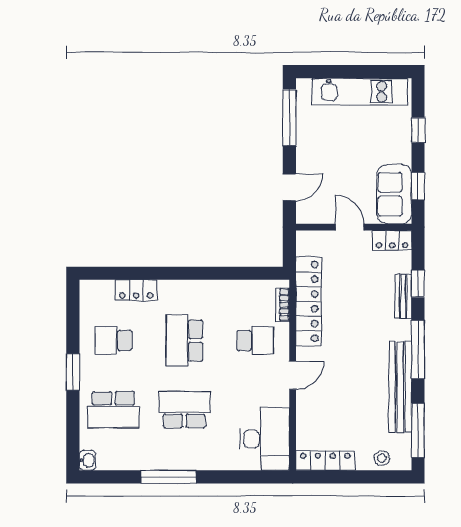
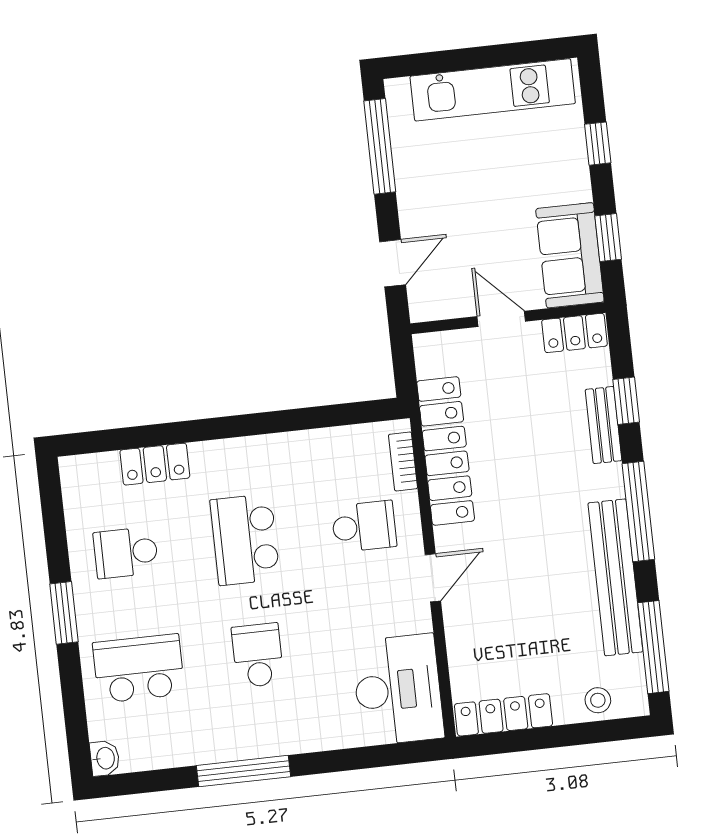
school desk: (113, 410) -> (139, 668), turned 180
school desk: (184, 410) -> (258, 655), width x0.54

